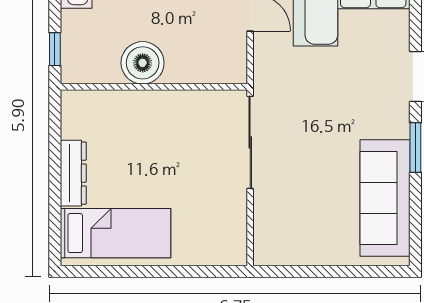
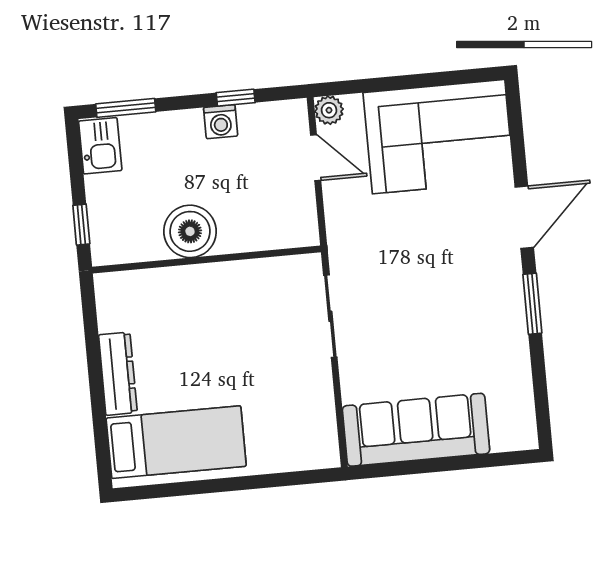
sliding door: (250, 142) -> (330, 316), width x0.73
sofa: (385, 198) -> (416, 430), moved, turned 90

